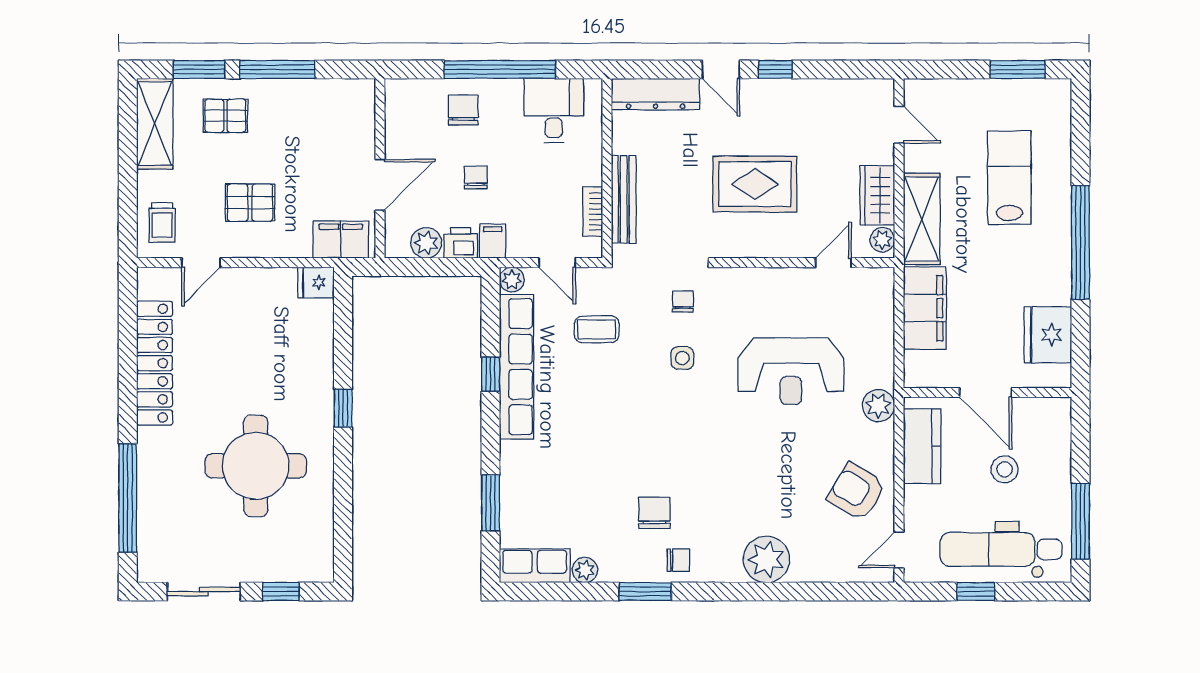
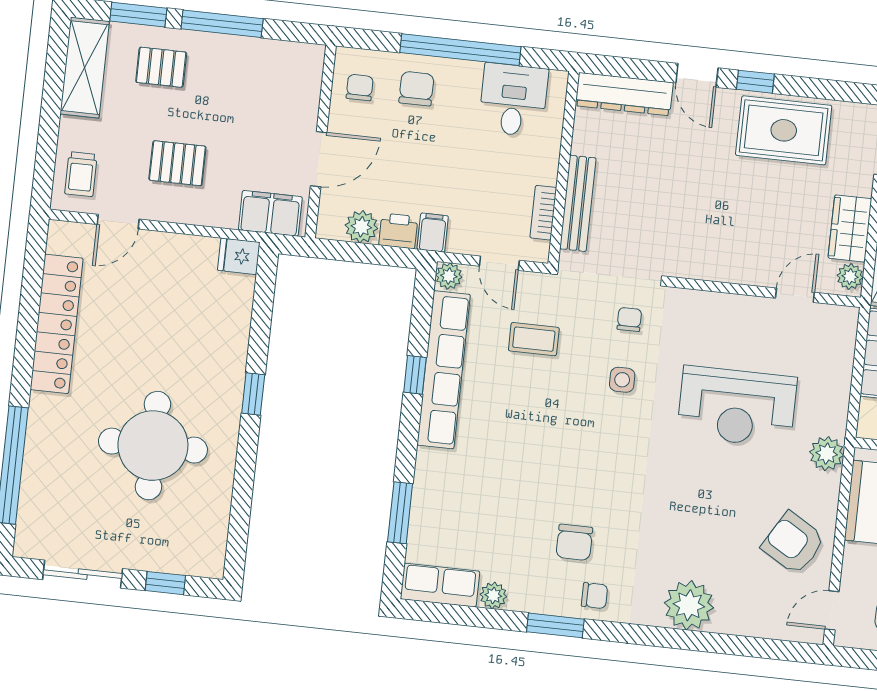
chair: (476, 177) -> (360, 87), moved
rug: (755, 184) -> (784, 130), moved
chair: (654, 513) -> (574, 542), turned 180

